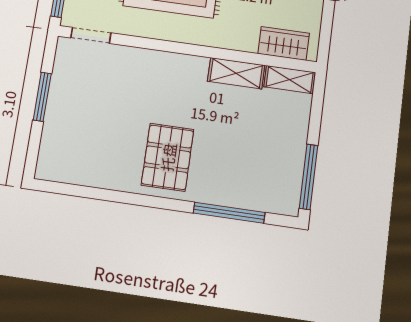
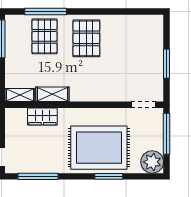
wardrobe: (284, 43) -> (42, 116), moved
pallet: (237, 171) -> (44, 36), added

